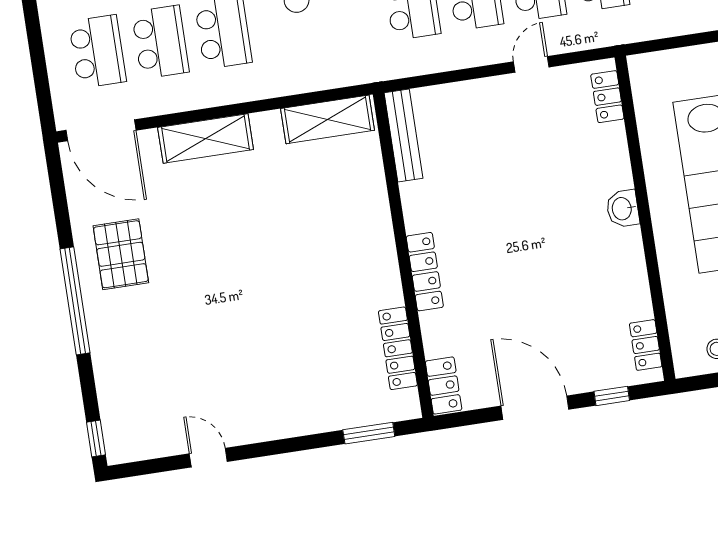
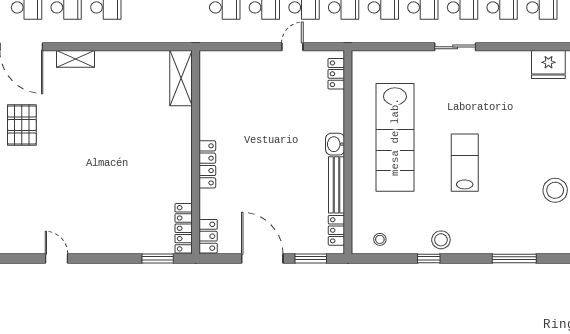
shelving: (327, 119) -> (181, 78), moved, turned 90
bench: (403, 135) -> (337, 185), moved
shelving: (206, 138) -> (75, 59), width x0.67, depth x0.75
locker: (398, 348) -> (184, 228), moved
window: (612, 396) -> (311, 258), width x1.50

